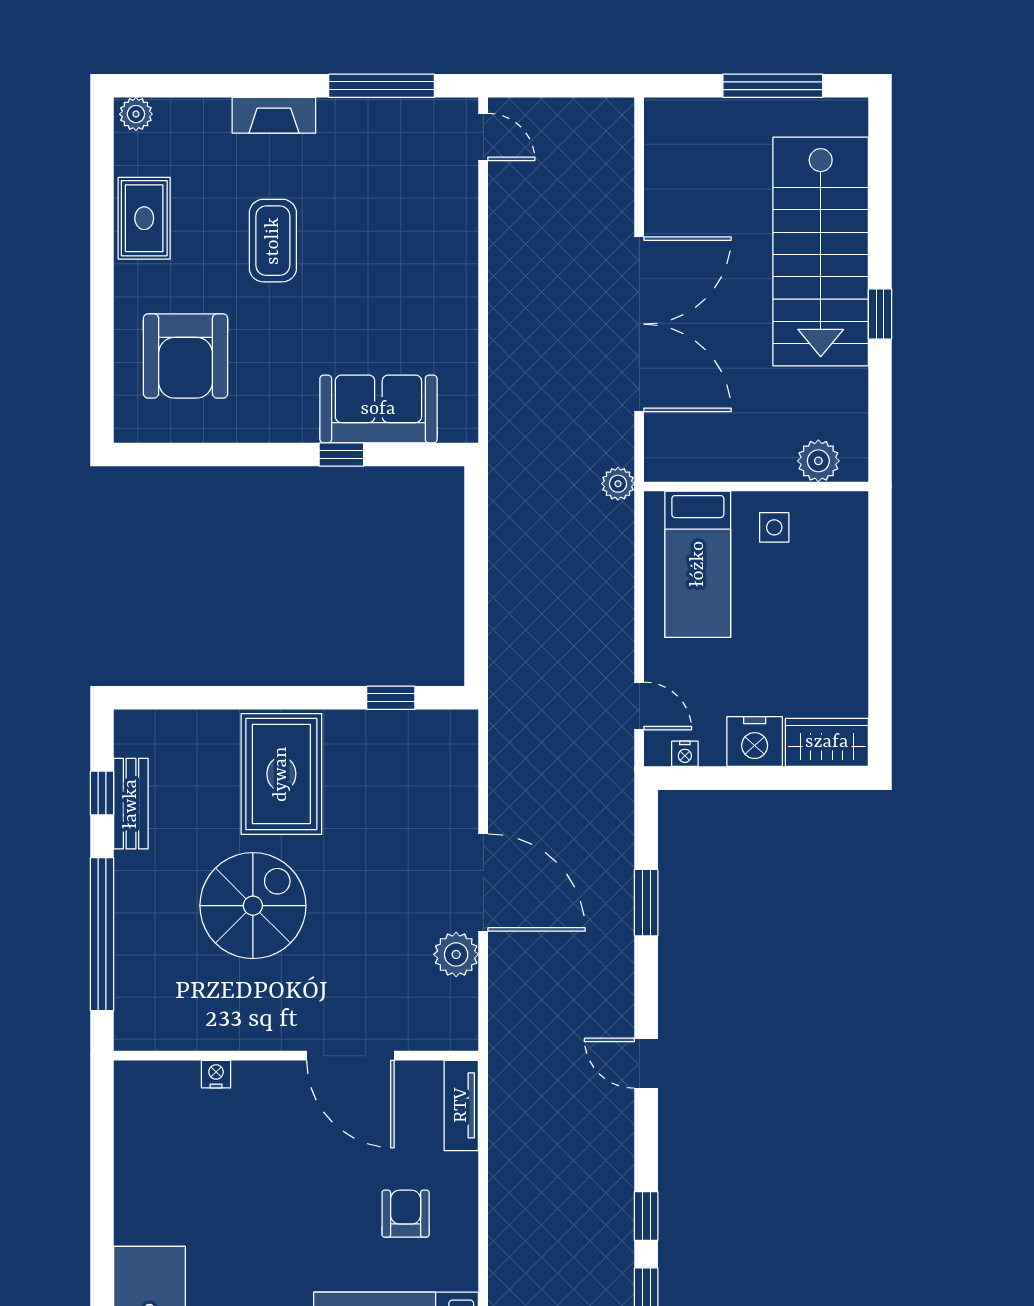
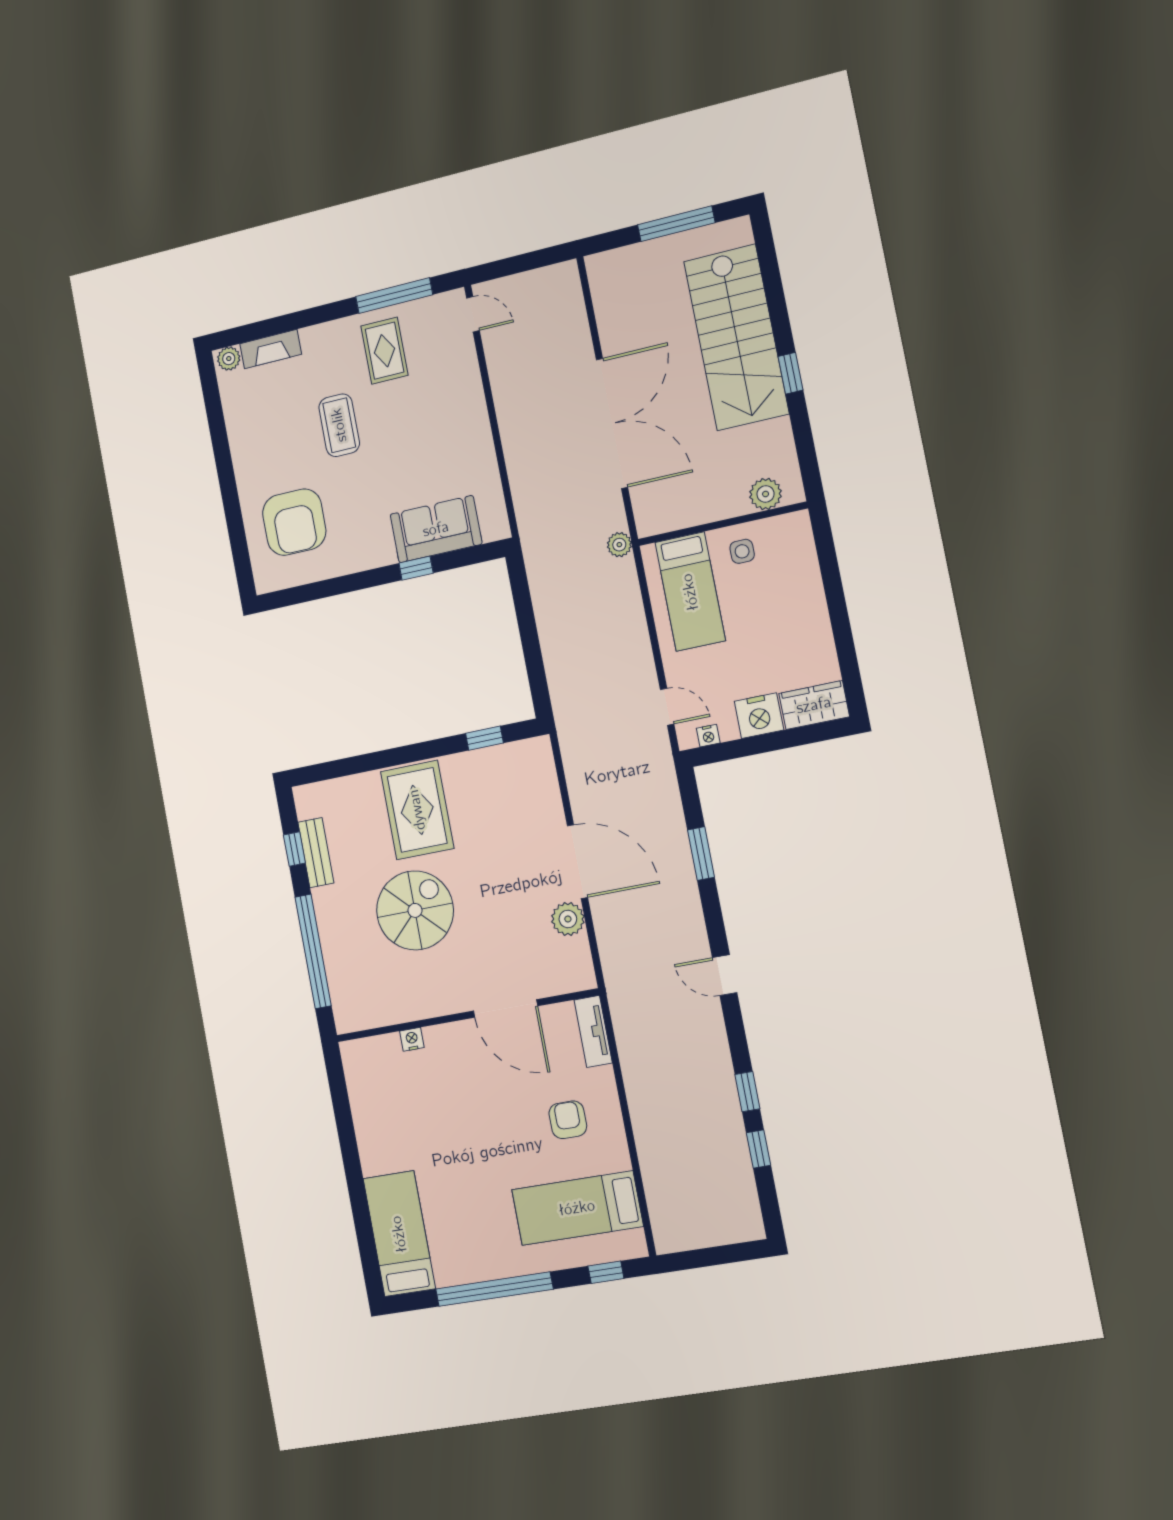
fireplace: (274, 115) -> (271, 349), moved
rug: (144, 218) -> (384, 351), moved

